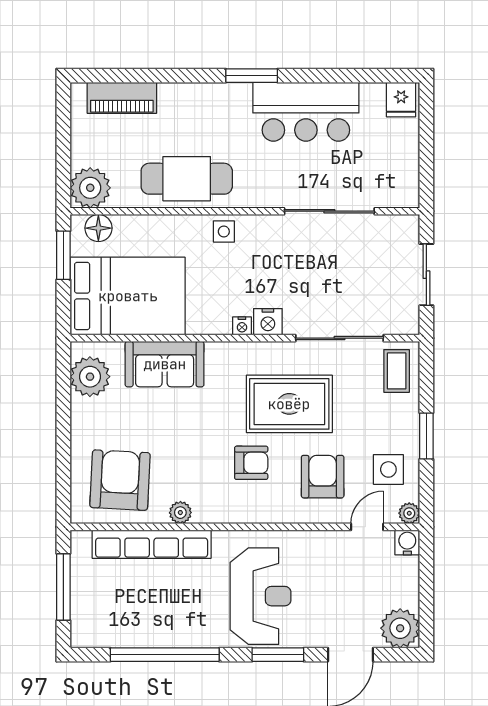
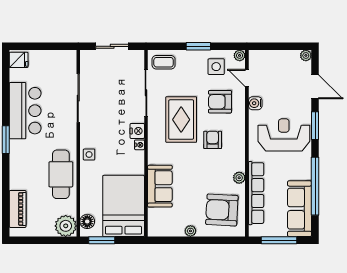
plant: (90, 377) -> (190, 231), moved, width x0.53, depth x0.53
water cooler: (407, 543) -> (255, 103), moved
sofa: (122, 626) -> (300, 209), added
plant: (400, 628) -> (306, 55), width x0.53, depth x0.53

